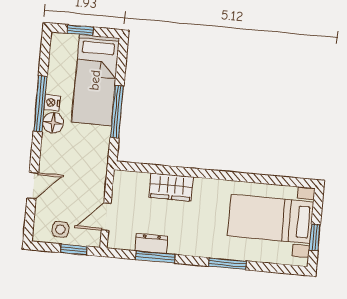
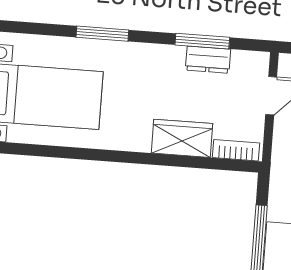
bookcase: (132, 178) -> (236, 150), added

